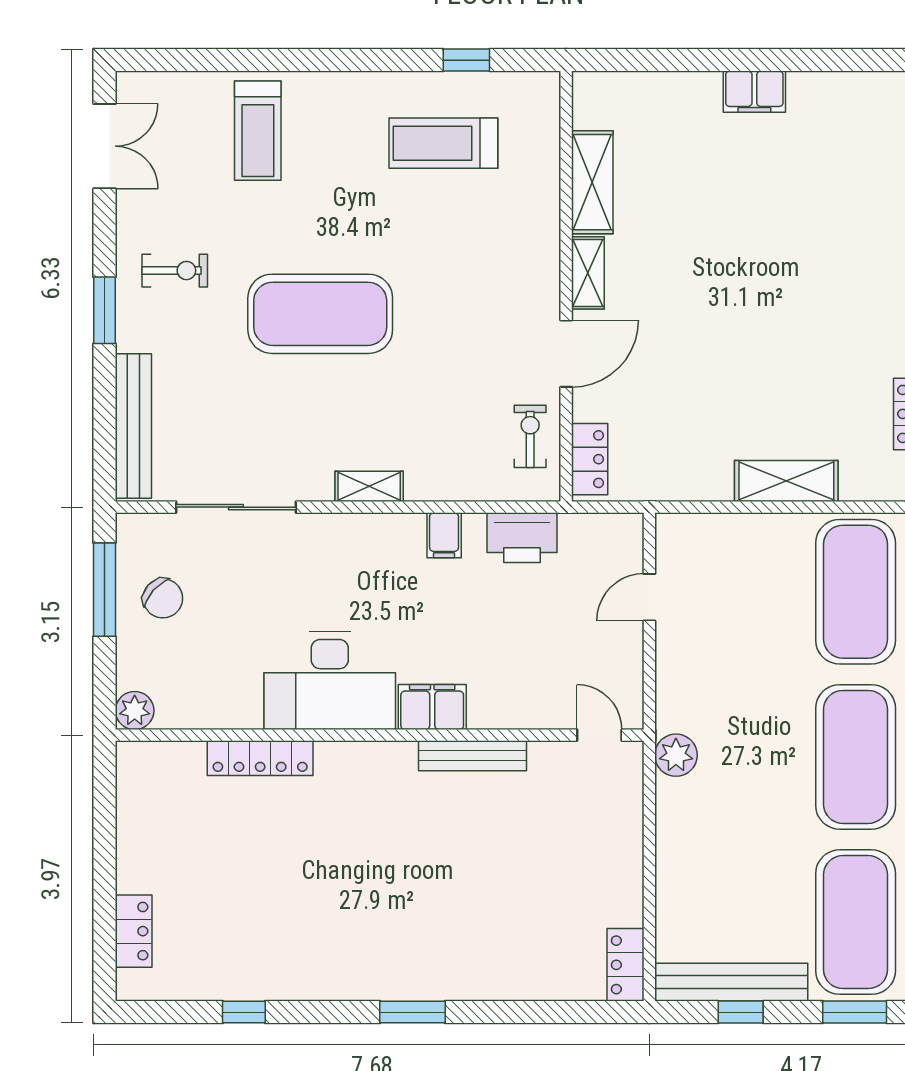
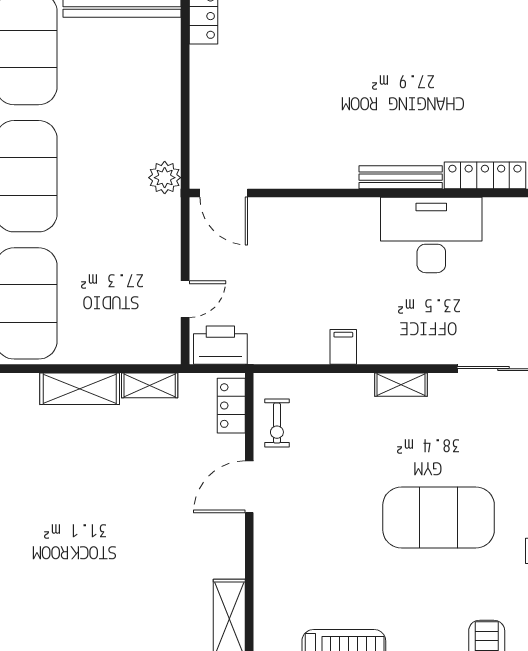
shelving: (588, 273) -> (150, 385), moved, turned 90
printer: (522, 538) -> (220, 345), moved
filing cabinet: (432, 707) -> (352, 215), removed
door: (599, 735) -> (224, 193), width x1.37
bench: (472, 756) -> (401, 177), moved

